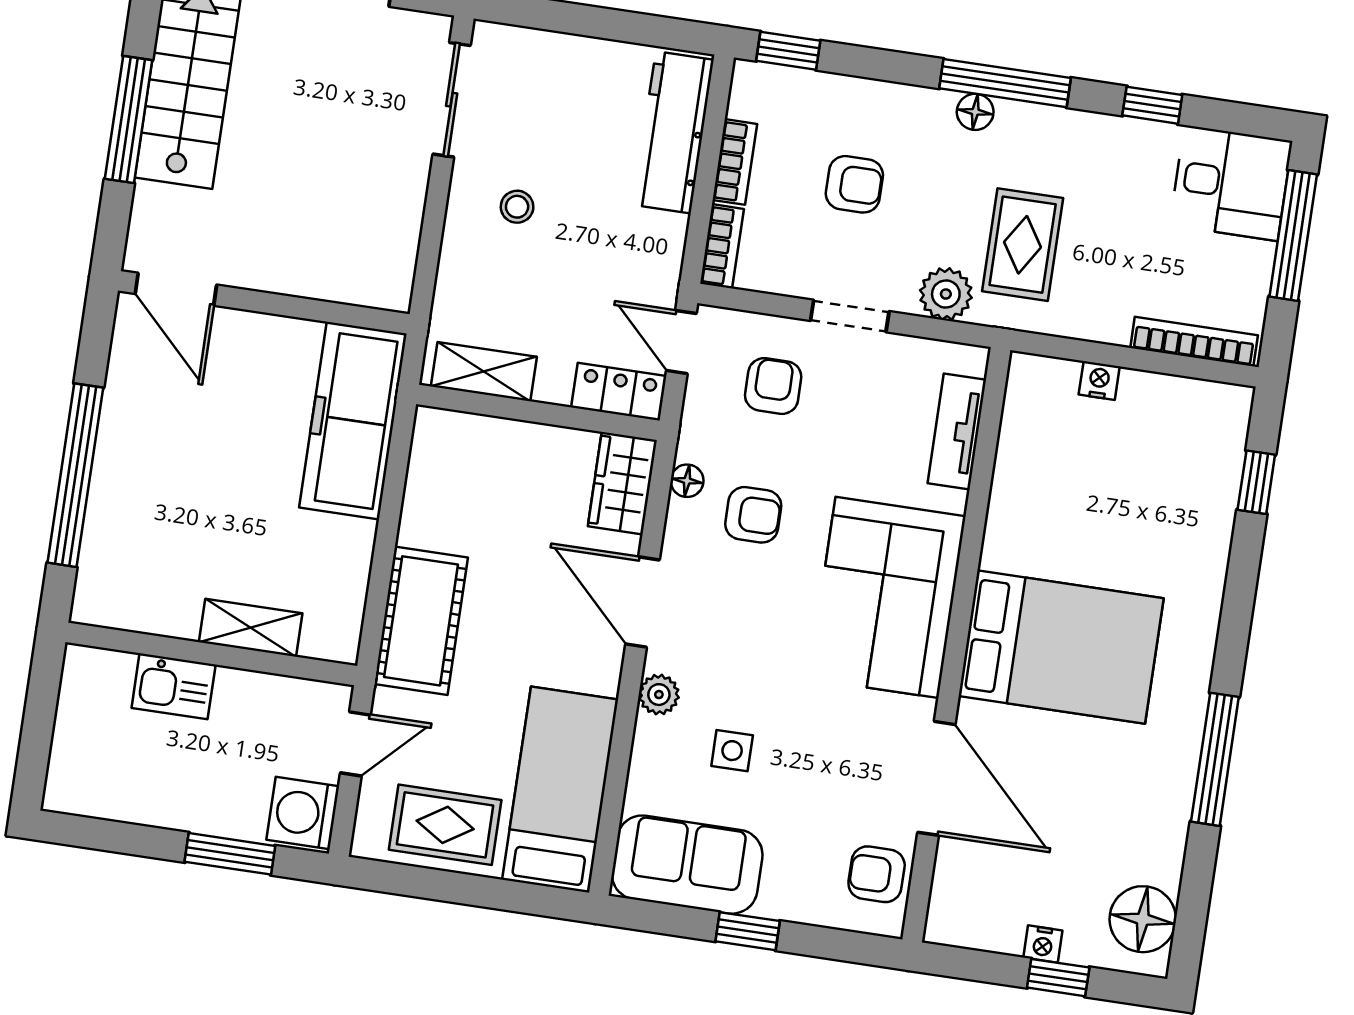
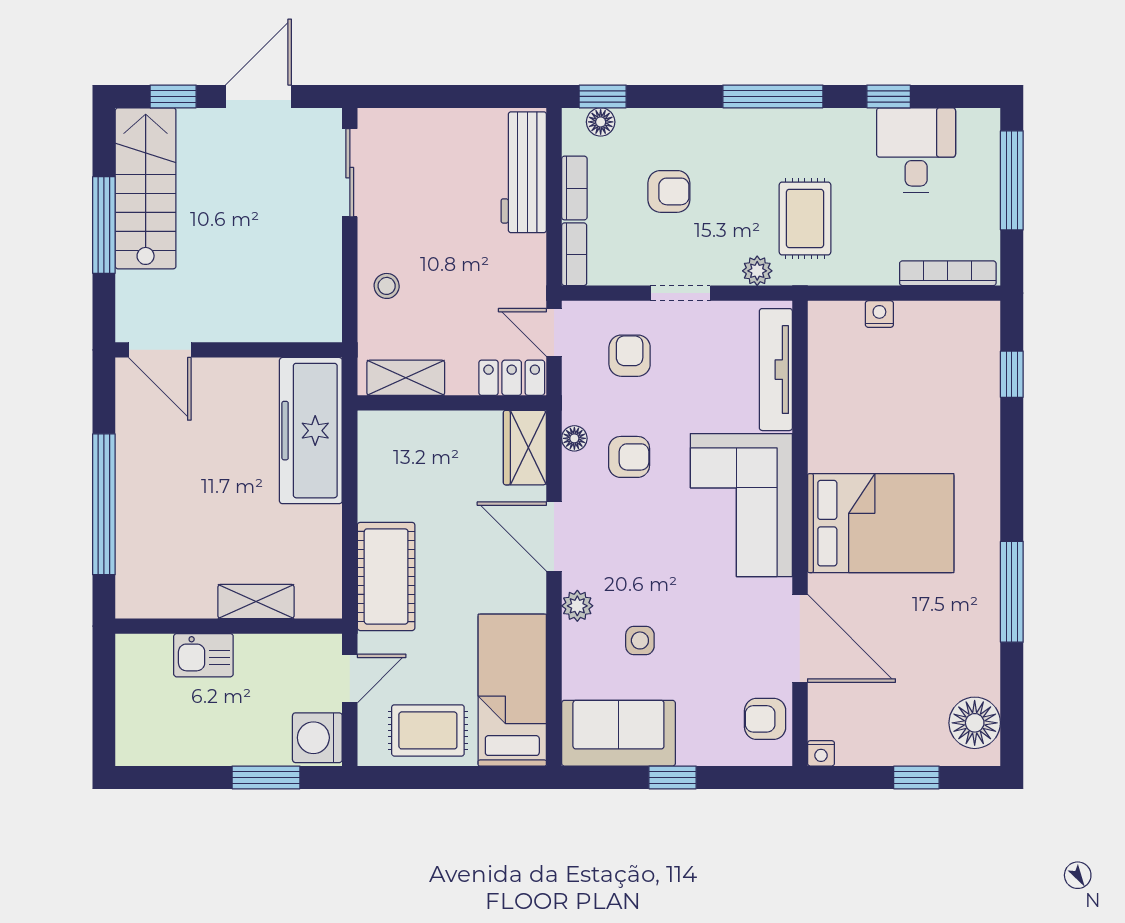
floor lamp: (975, 112) -> (601, 122), moved
desk: (1231, 183) -> (916, 150), moved, turned -90
stool: (517, 207) -> (387, 286), moved
plant: (946, 294) -> (757, 271), width x0.73, depth x0.73
tv unit: (957, 431) -> (776, 370), width x1.41
nightstand: (1043, 944) -> (821, 753), moved

